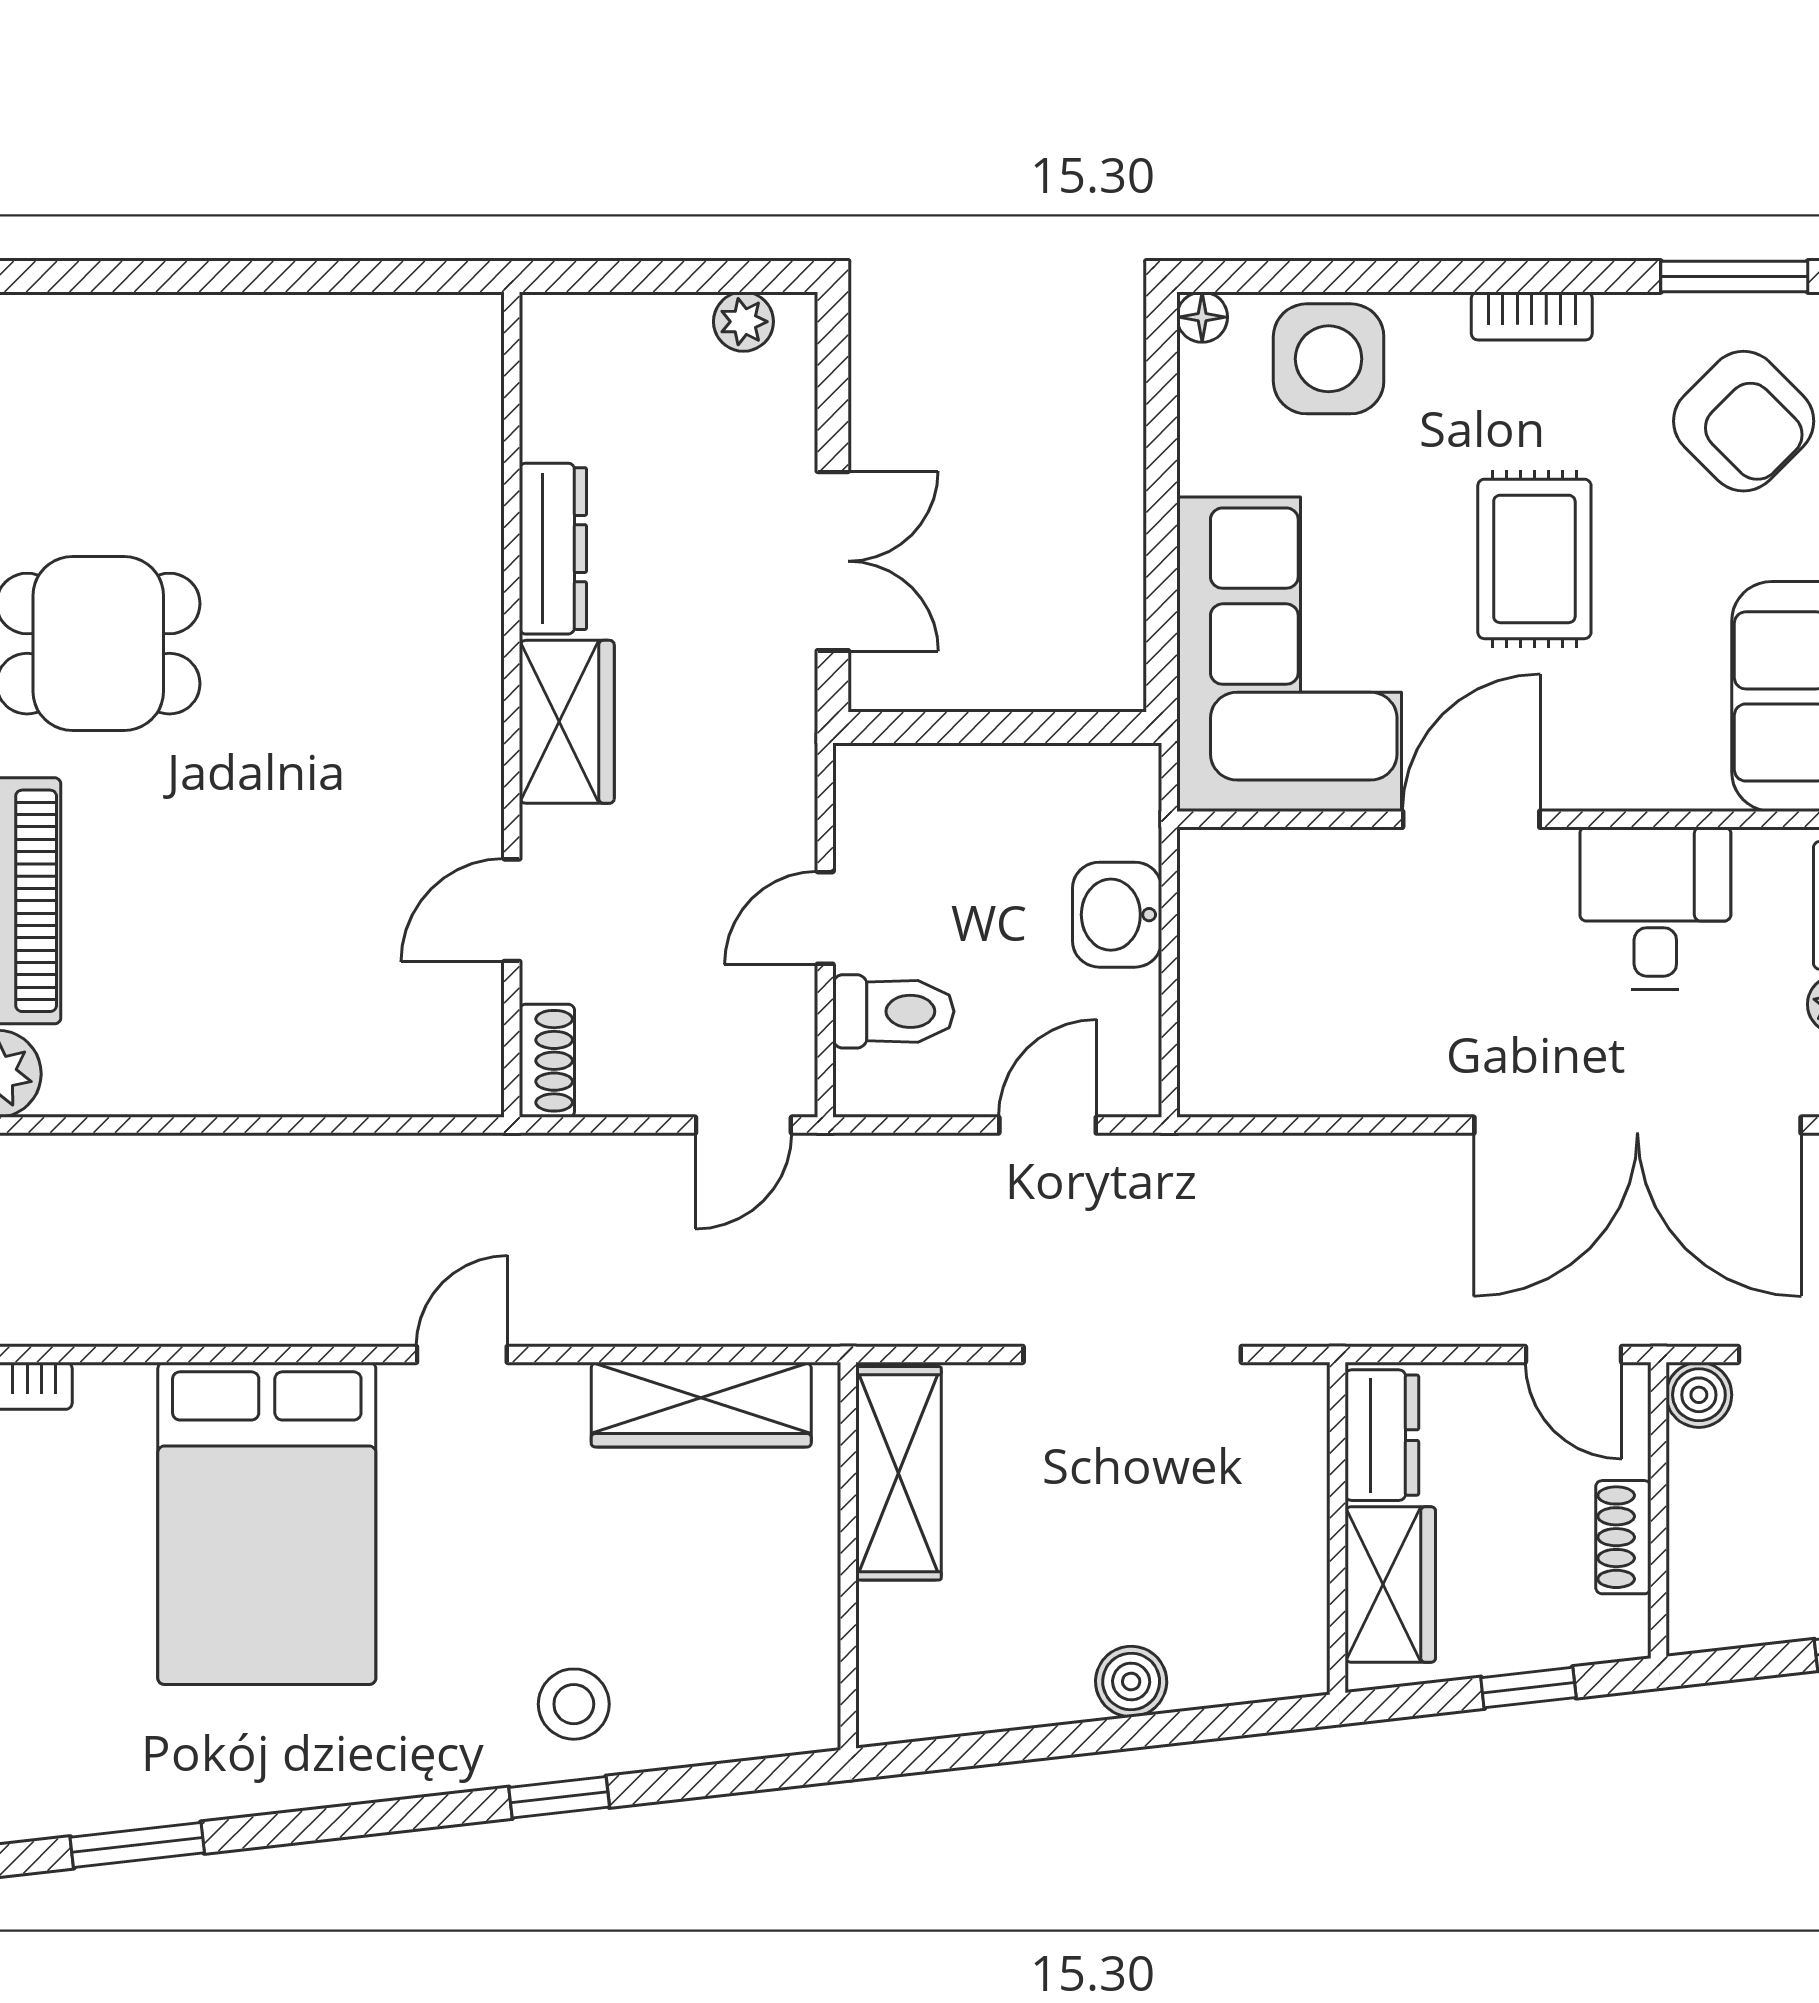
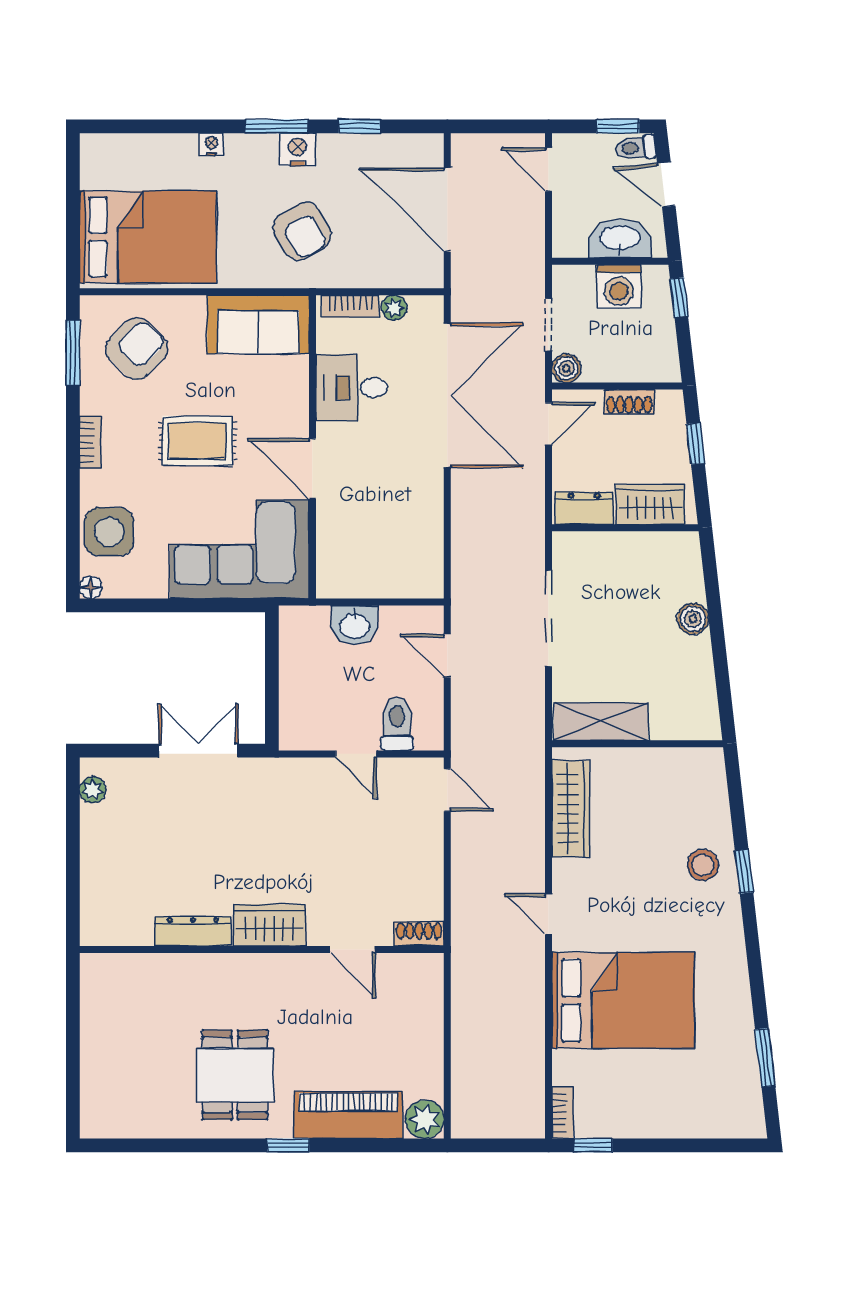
dresser: (553, 549) -> (193, 931), moved
wall: (512, 705) -> (262, 950), moved
wardrobe: (567, 722) -> (269, 925), moved
door: (512, 910) -> (353, 950), moved
shoe rack: (547, 1061) -> (419, 934), moved

